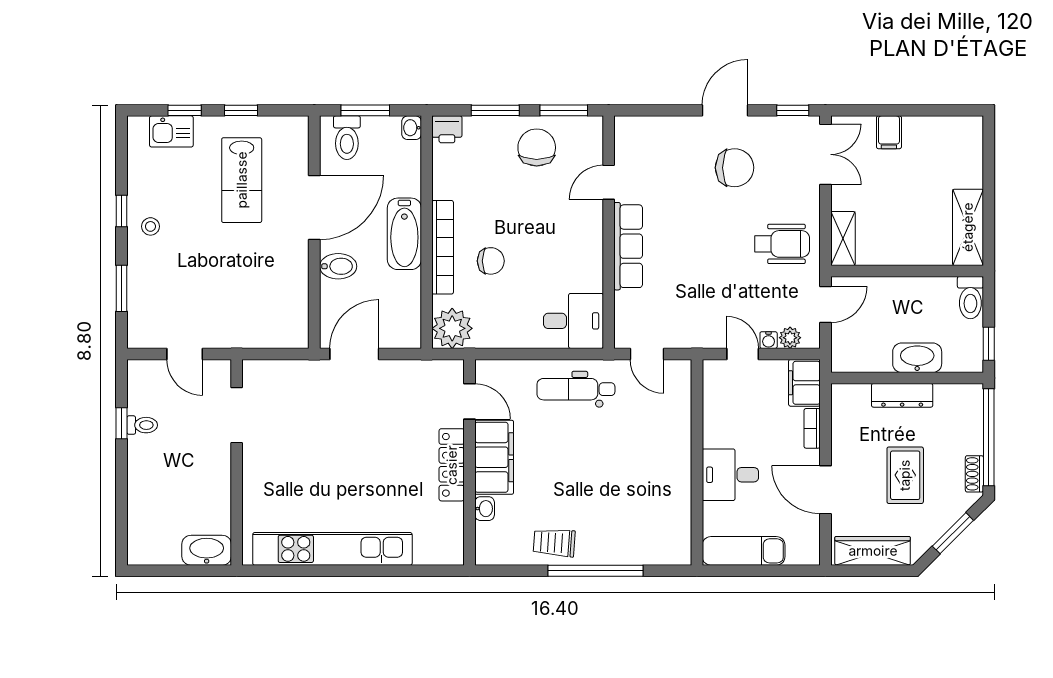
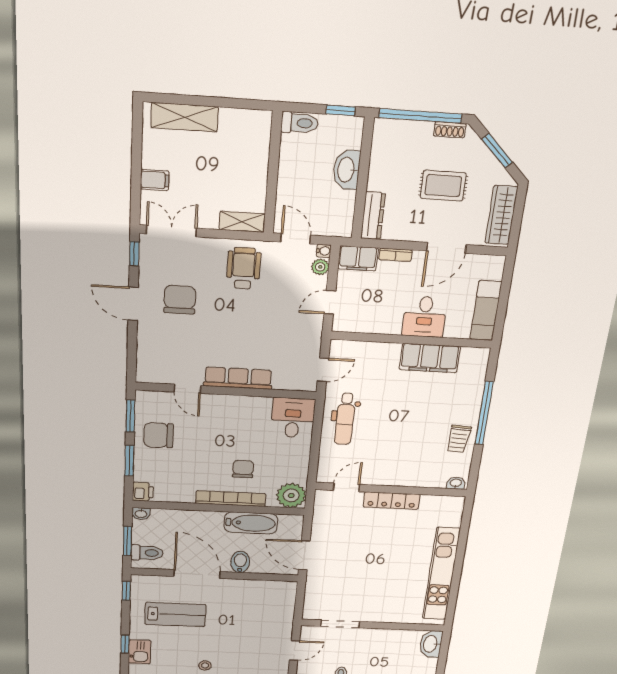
window: (241, 110) -> (126, 591), moved
shelving: (968, 227) -> (185, 117), moved
bathtub: (404, 234) -> (251, 523), moved
water cooler: (769, 340) -> (324, 251), moved
dresser: (902, 395) -> (373, 216), moved
filing cabinet: (494, 457) -> (430, 358), moved, turned 180
washbasin: (485, 509) -> (456, 483), moved

